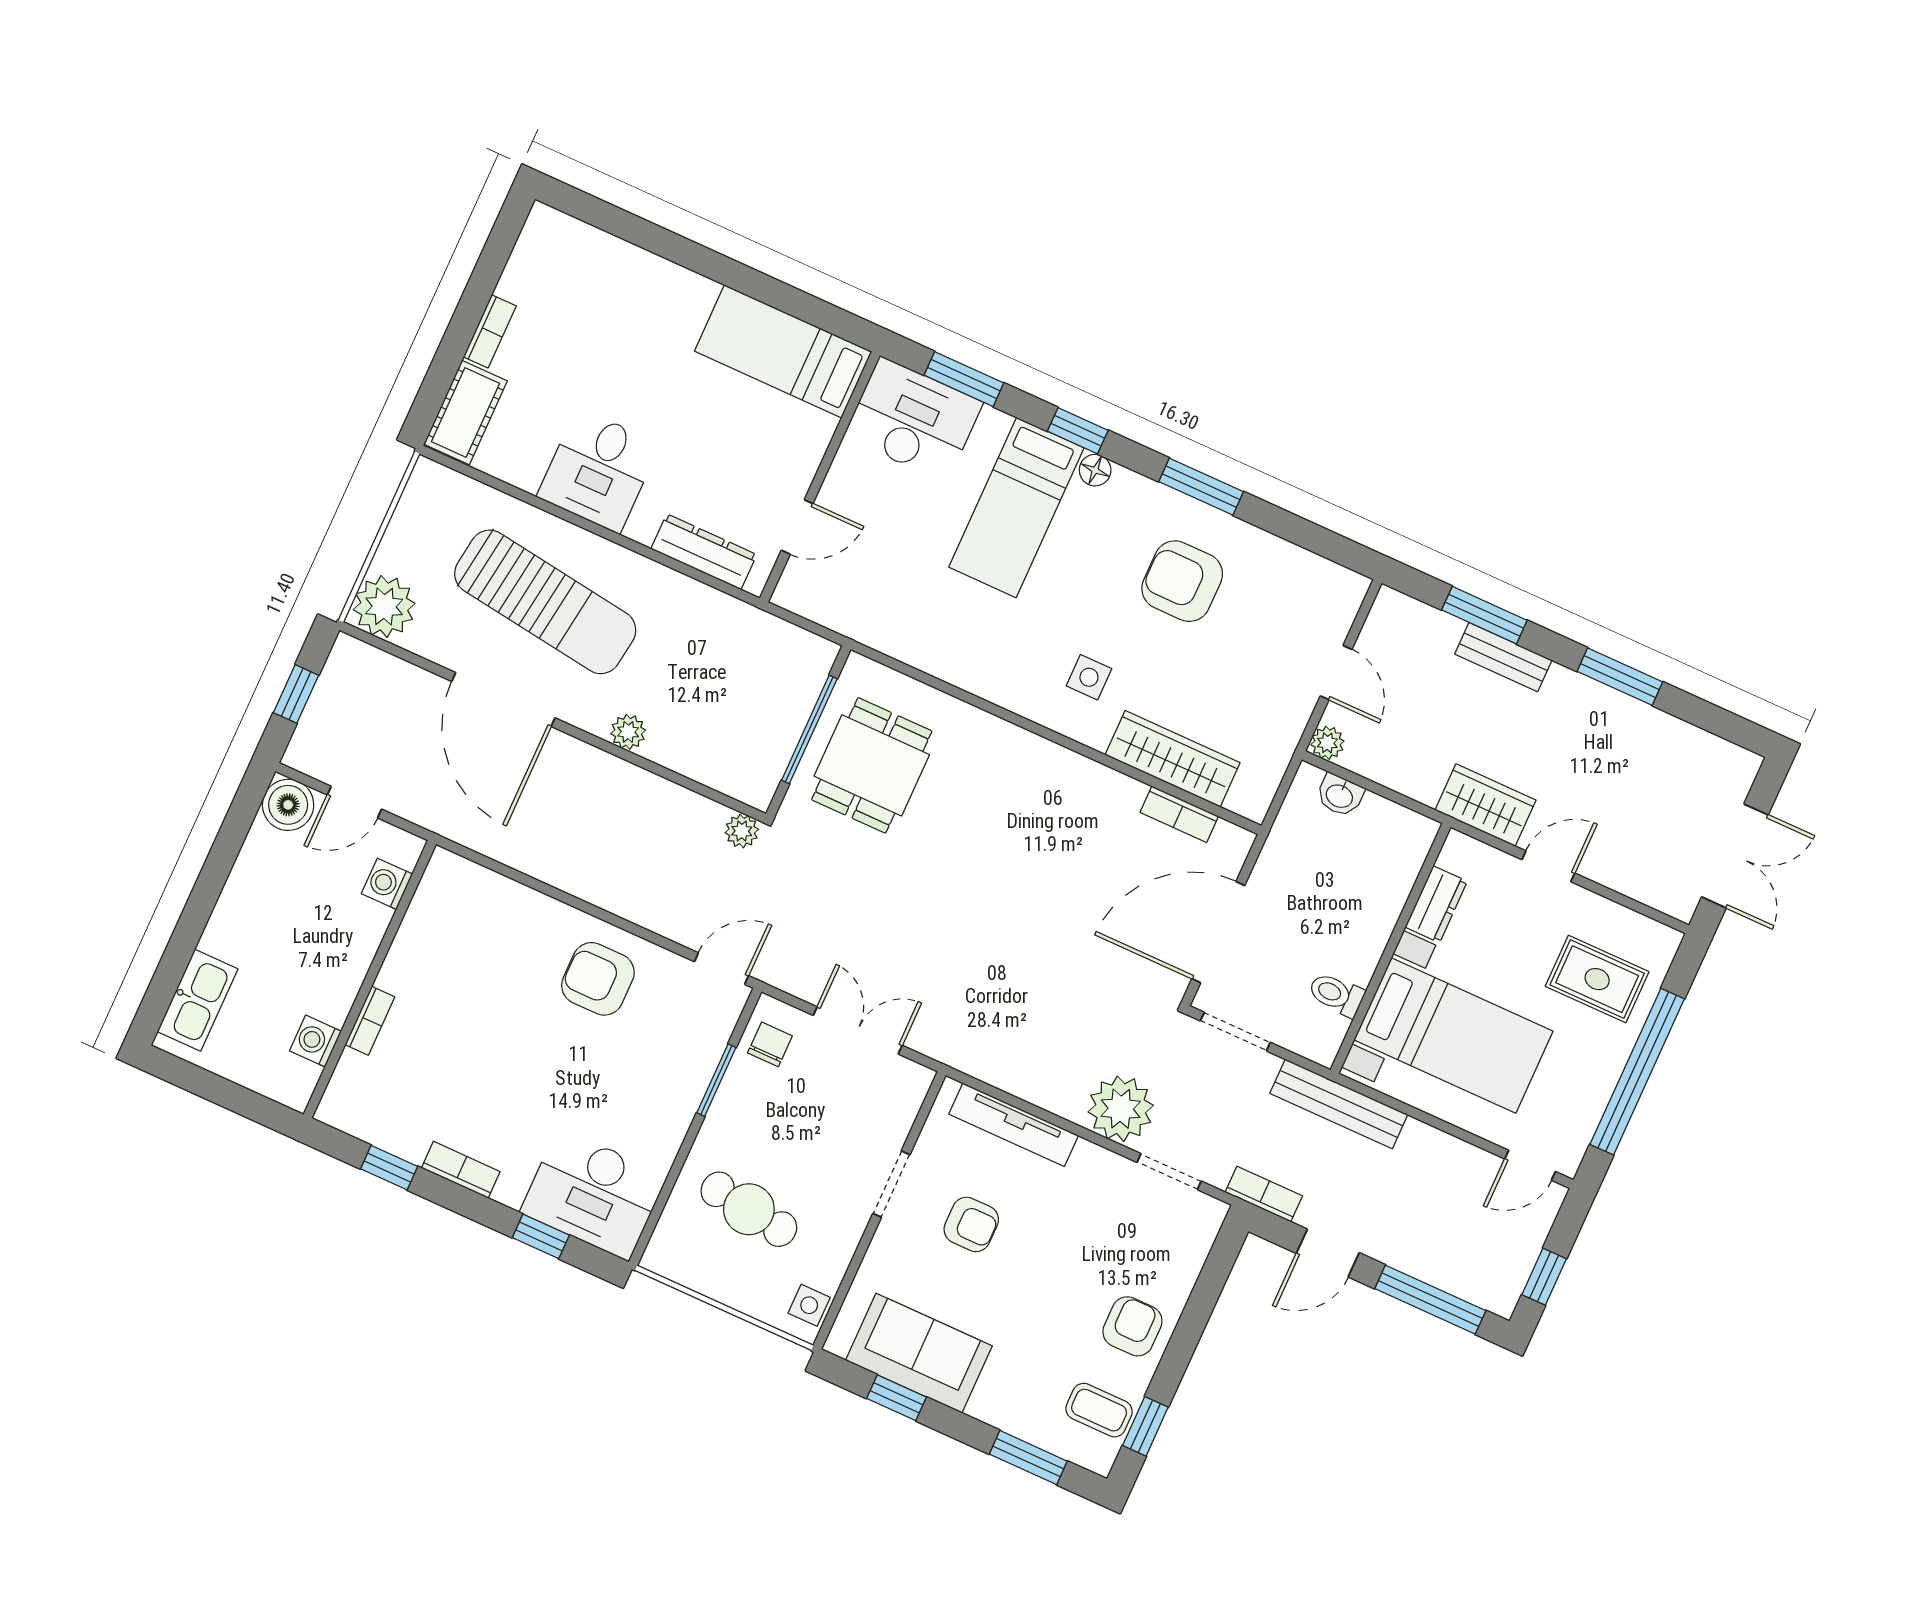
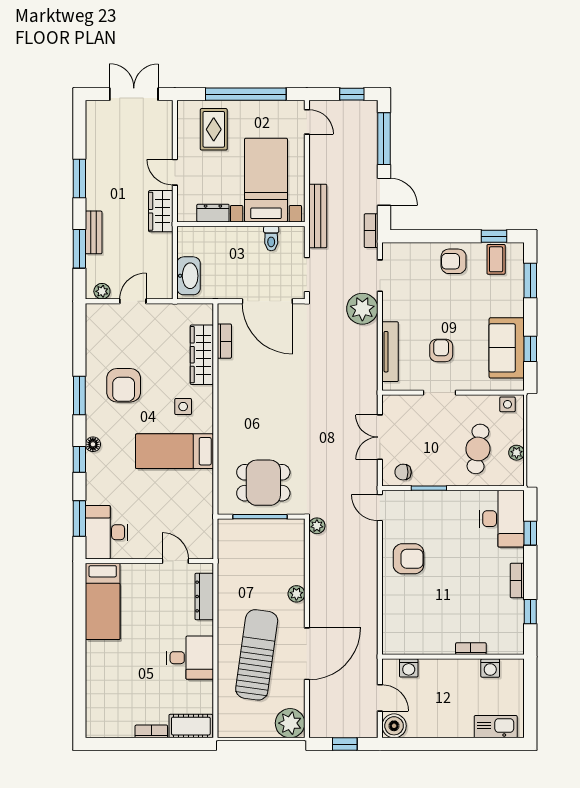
bed: (1016, 507) -> (175, 451), moved, turned 180
plant: (1327, 743) -> (102, 291), moved
washbasin: (1340, 795) -> (189, 276), width x1.91, depth x1.45
armchair: (598, 979) -> (408, 559), turned -90
plant: (708, 1280) -> (517, 453), added

